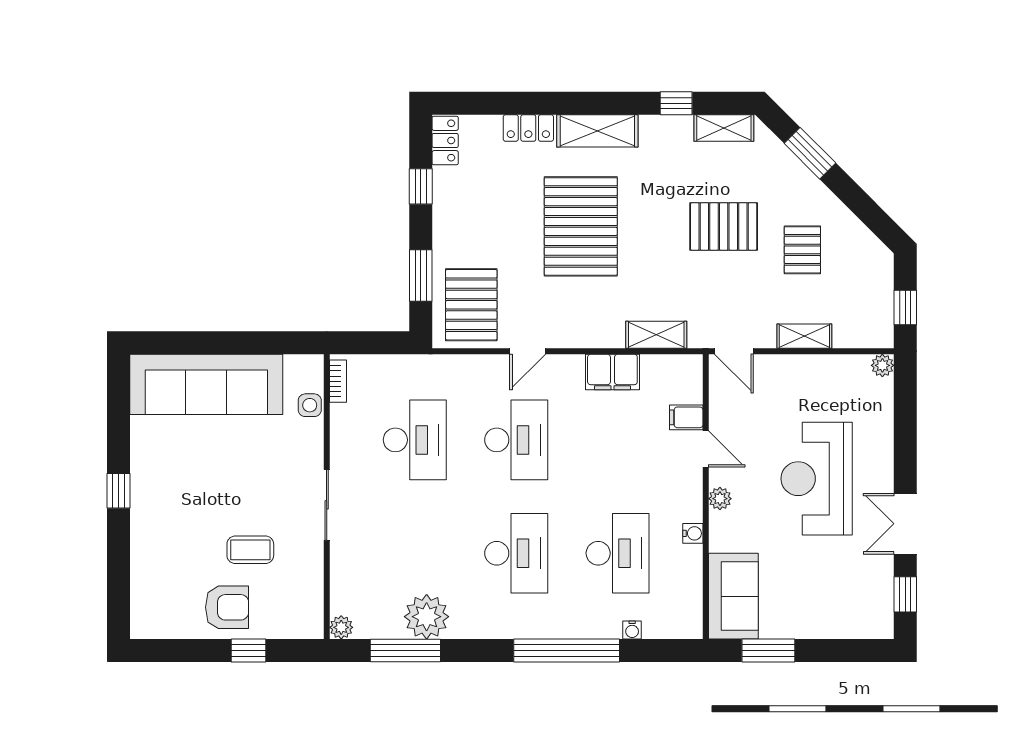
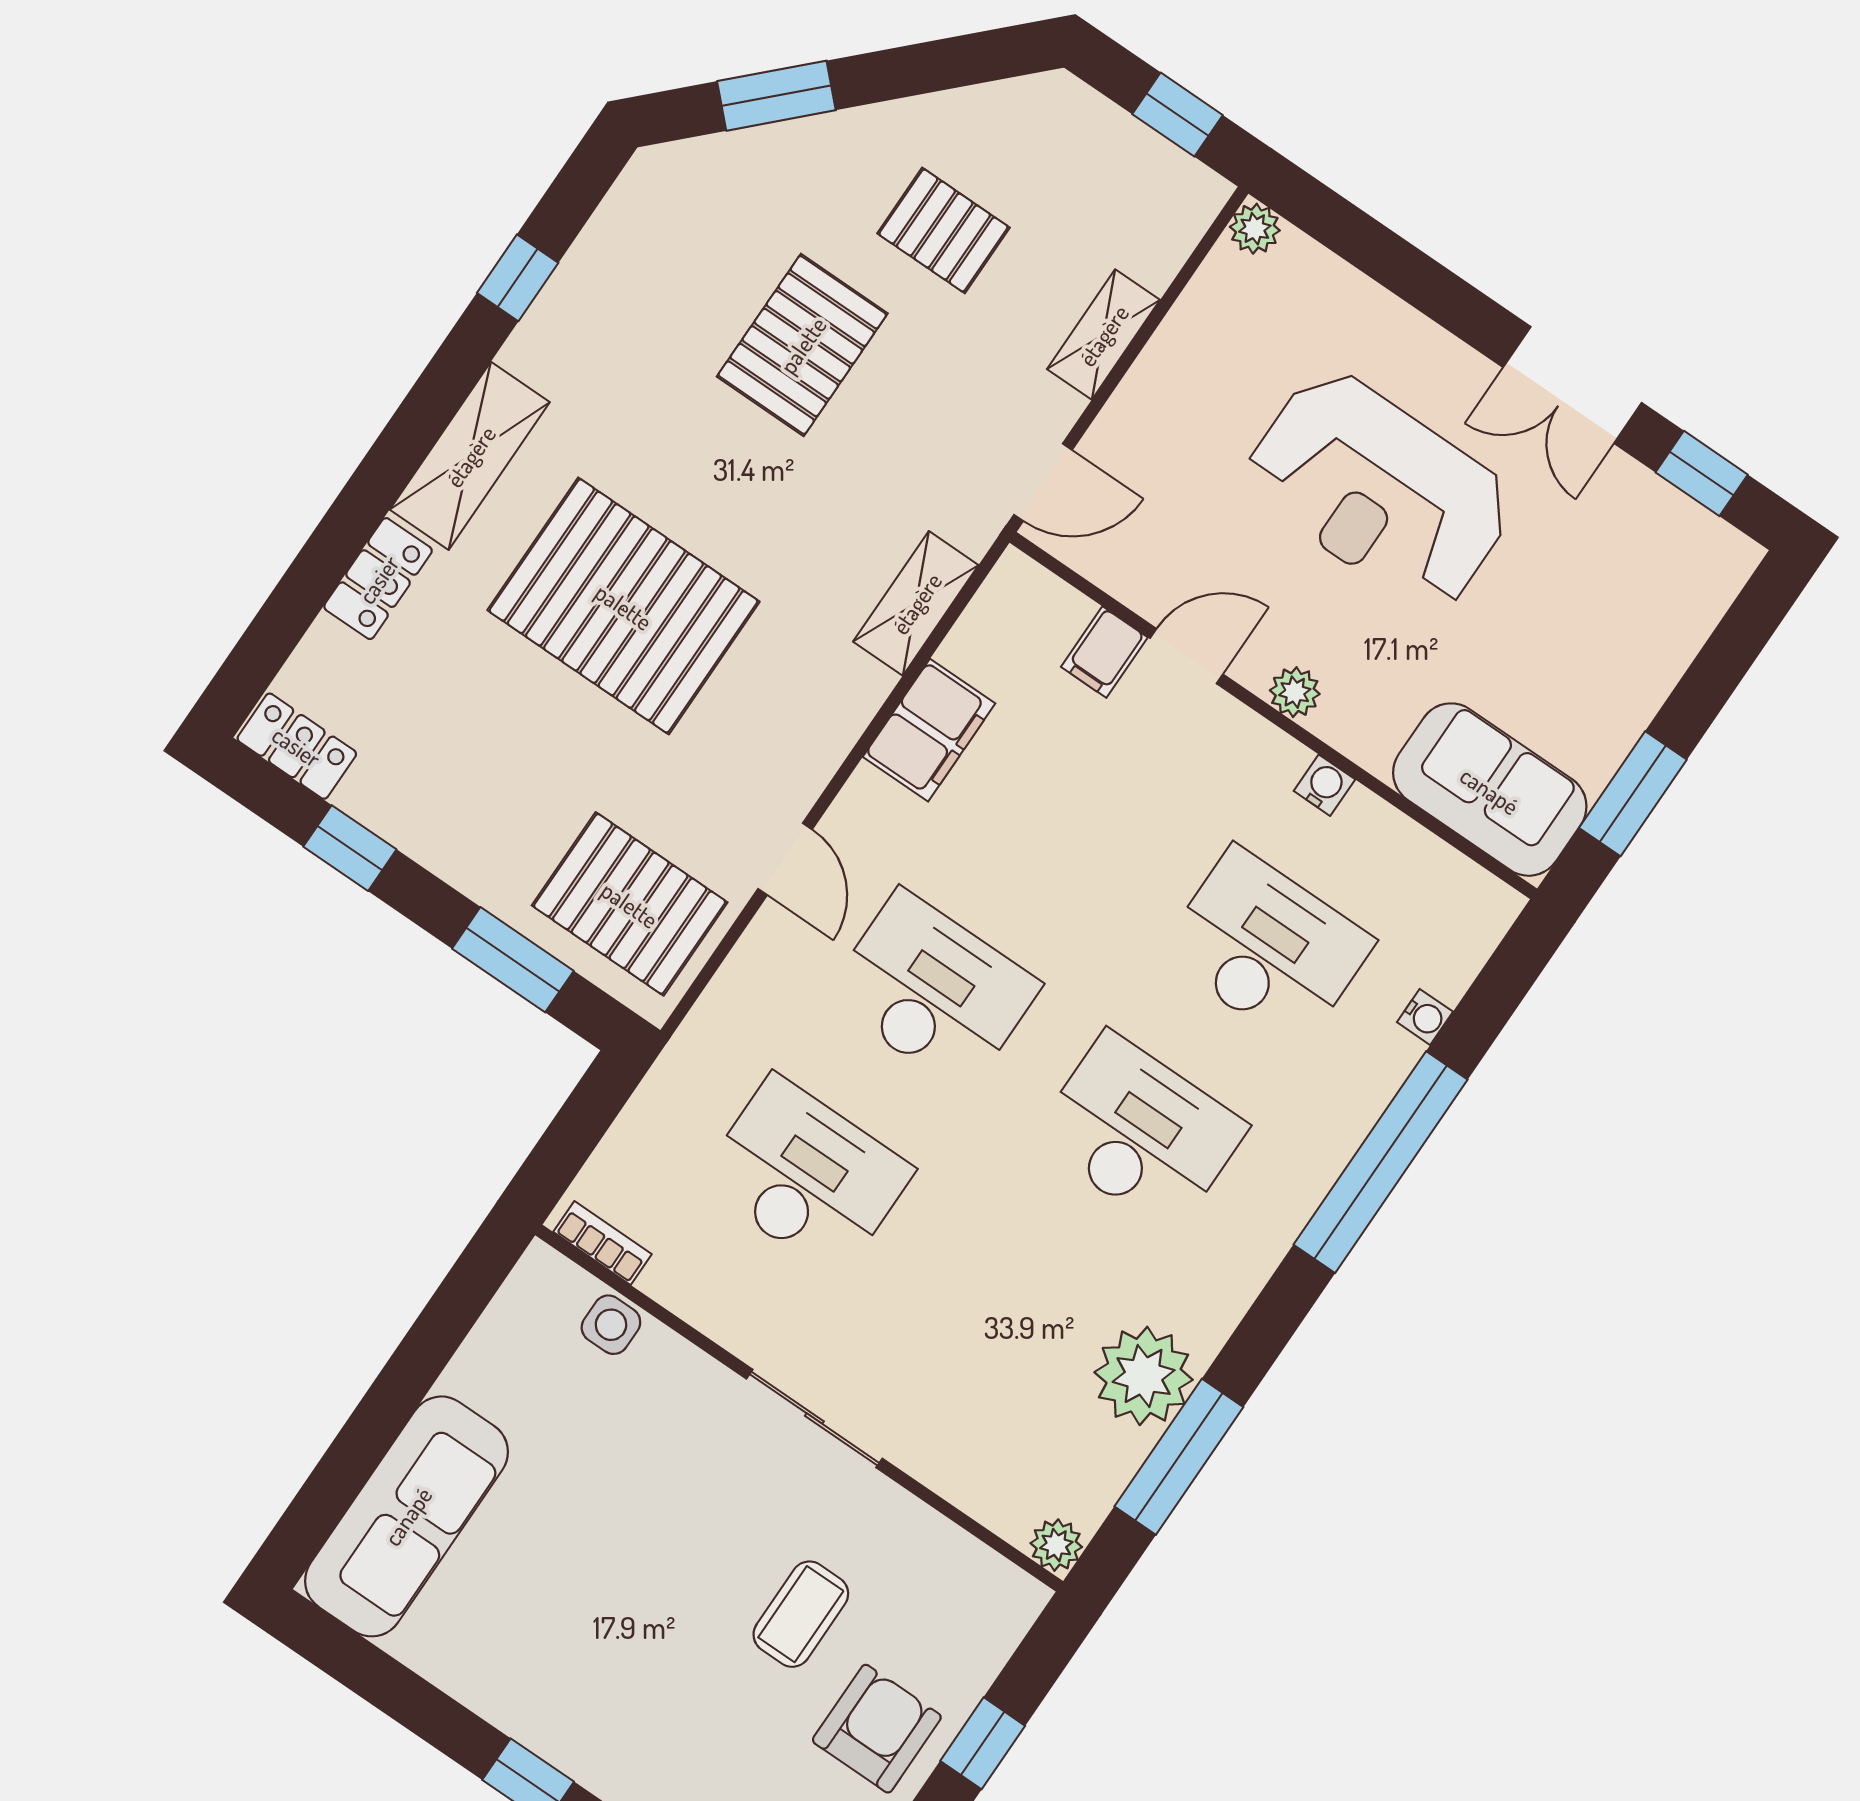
shelving: (724, 128) -> (623, 221), removed
sofa: (206, 384) -> (407, 1516), width x0.74, depth x0.79

